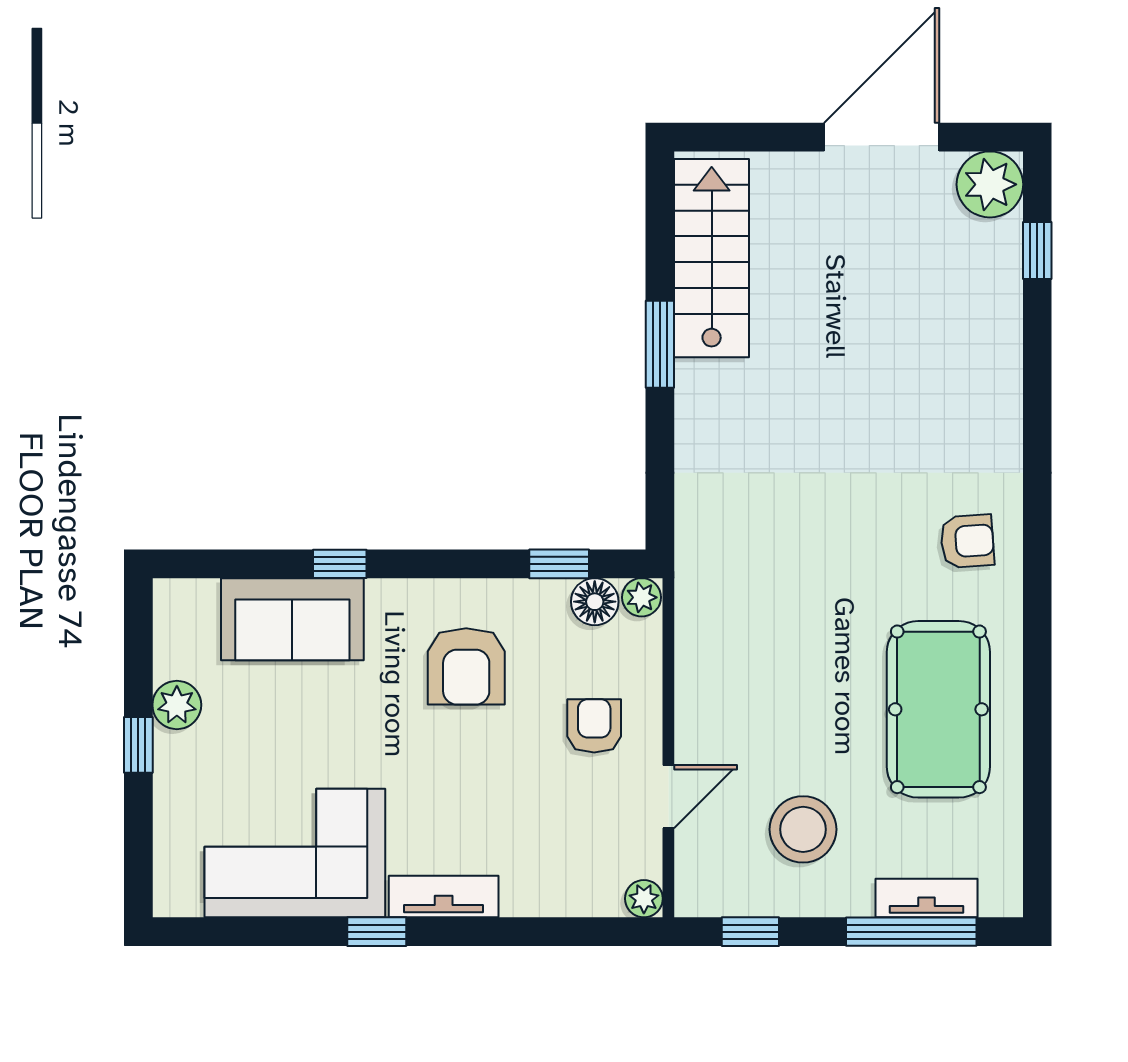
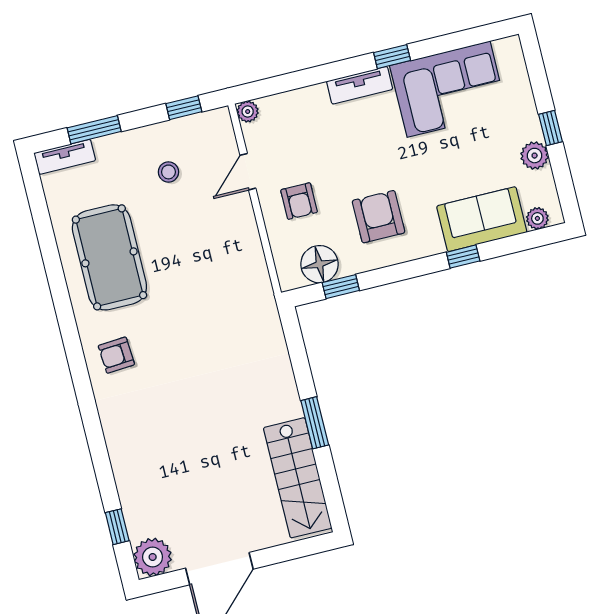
plant: (642, 597) -> (537, 218), moved
floor lamp: (595, 602) -> (319, 264), width x1.38, depth x1.38
stool: (803, 829) -> (168, 172), width x0.53, depth x0.53
tv unit: (927, 898) -> (65, 157), moved
window: (911, 932) -> (94, 130), width x0.69

